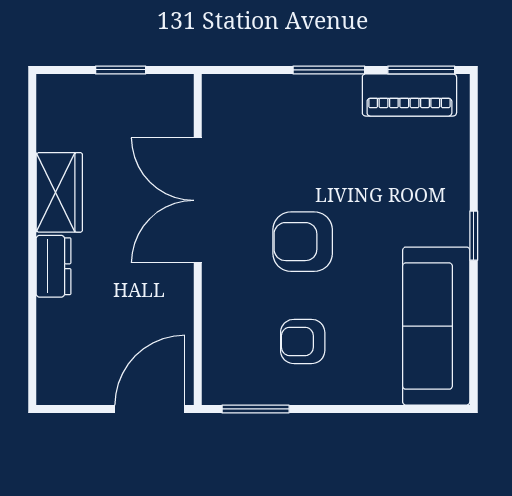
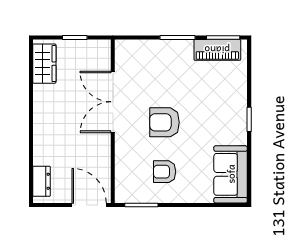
wardrobe: (59, 192) -> (44, 64), moved
dresser: (53, 266) -> (42, 181), moved
sofa: (436, 326) -> (231, 174), width x0.73
door: (150, 409) -> (89, 205), hinge flipped

